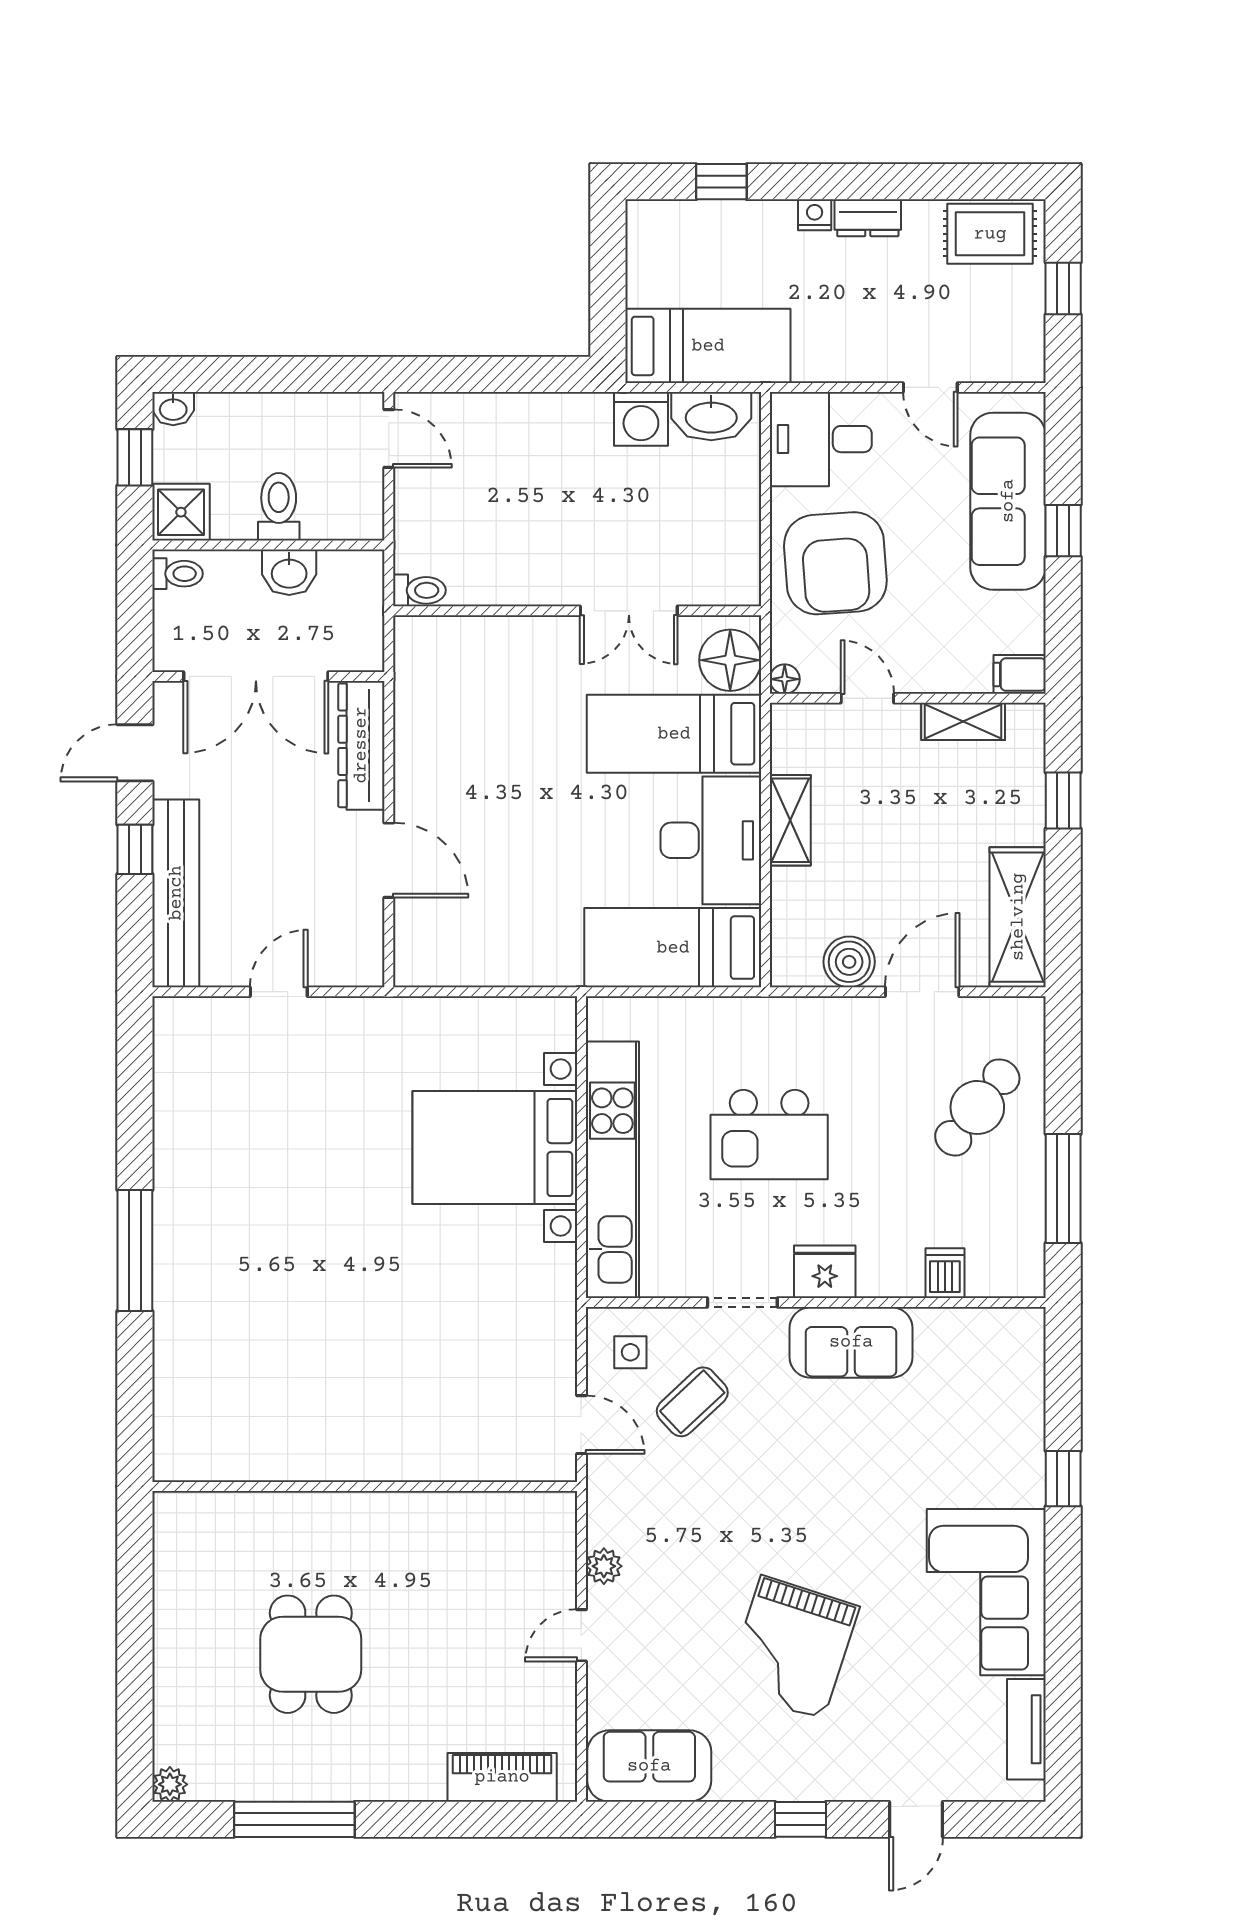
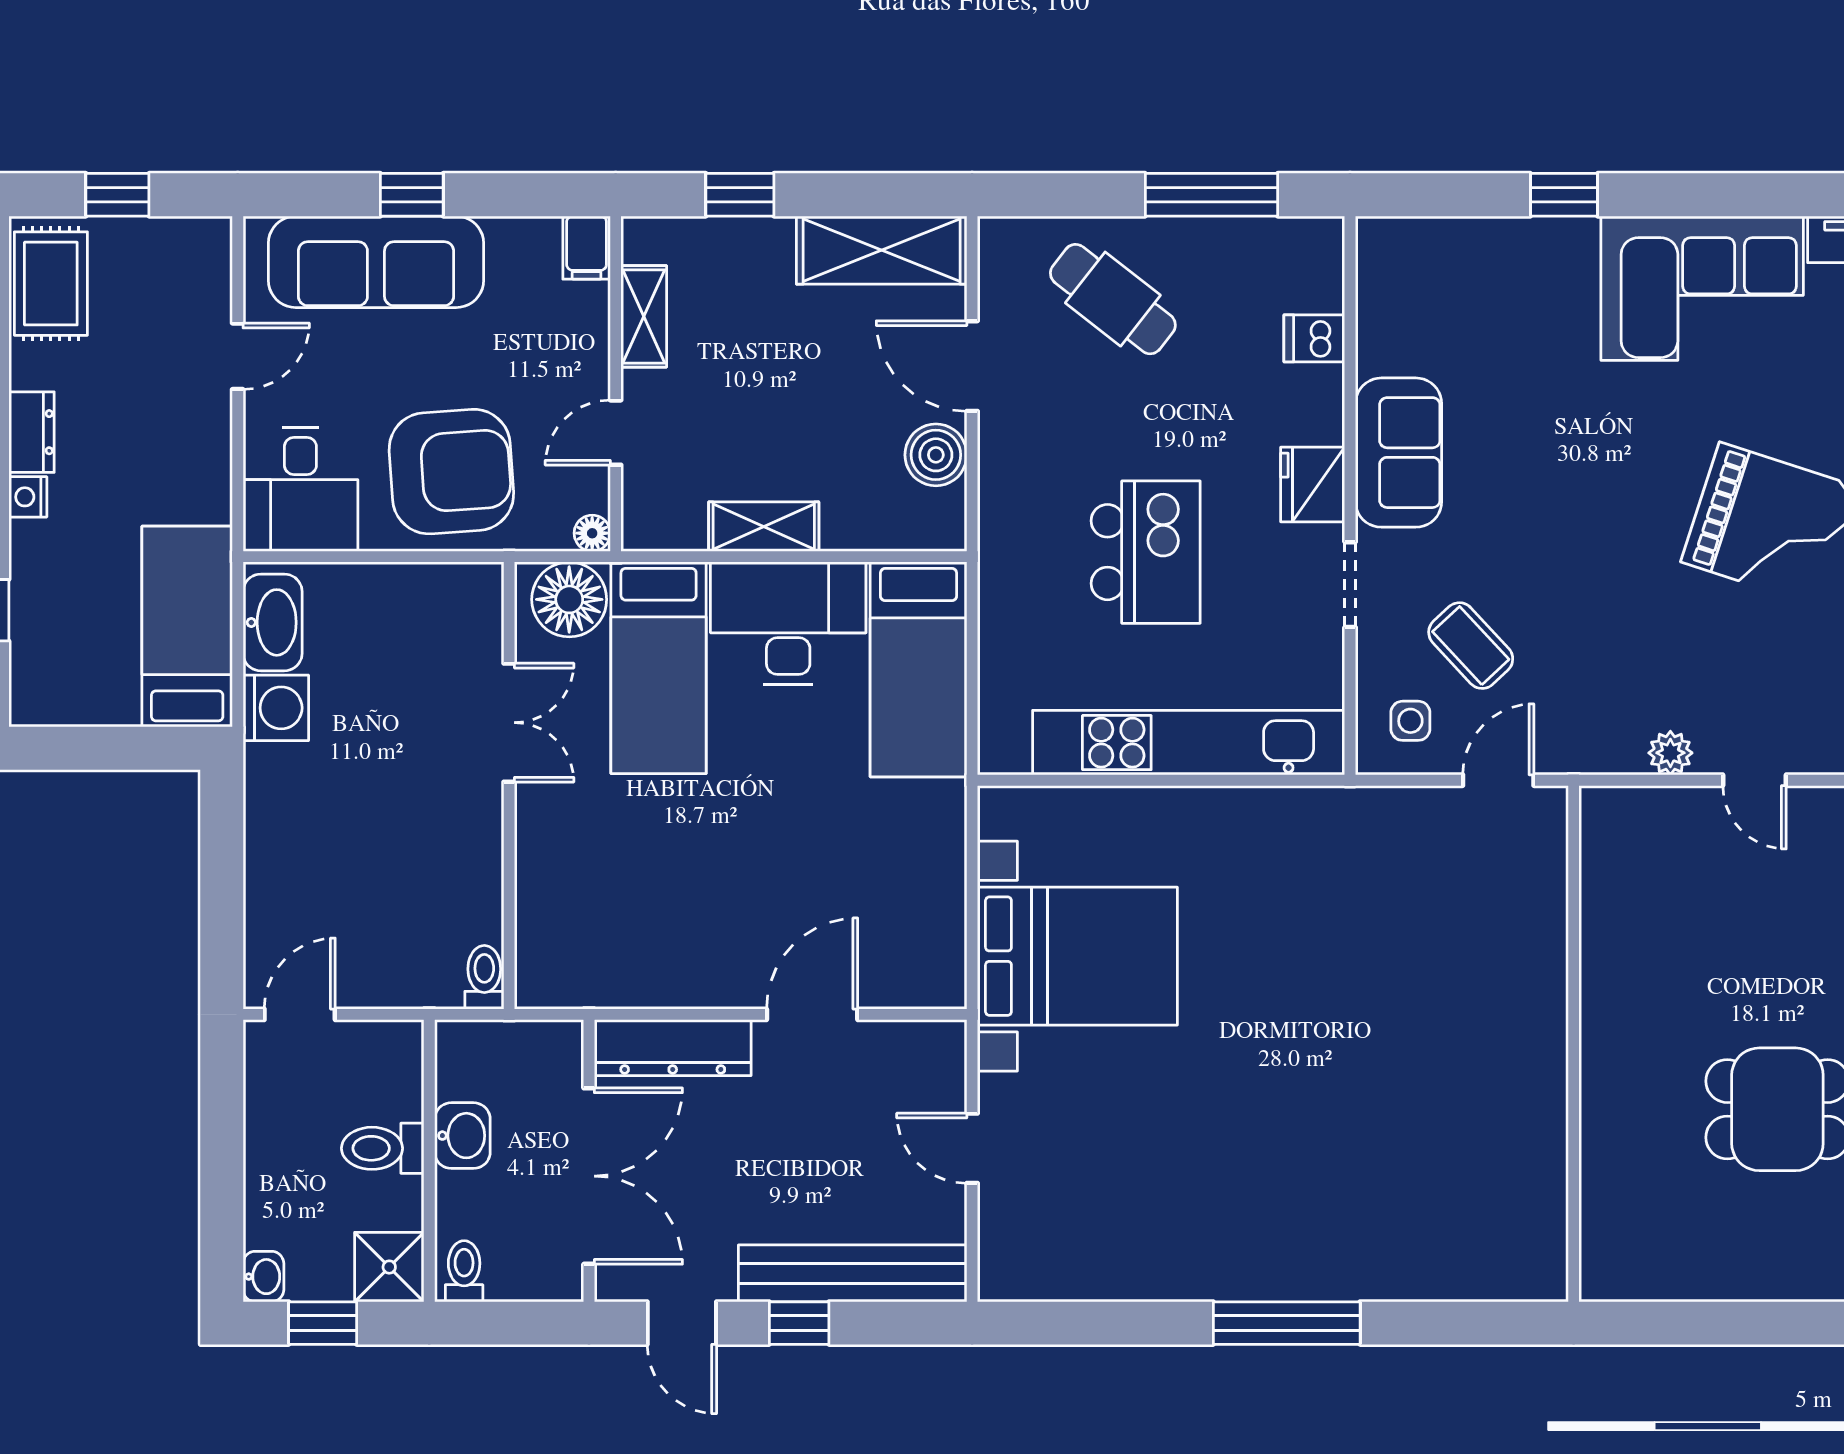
bed with nightstands: (495, 1147) -> (1077, 956), moved, turned -90

